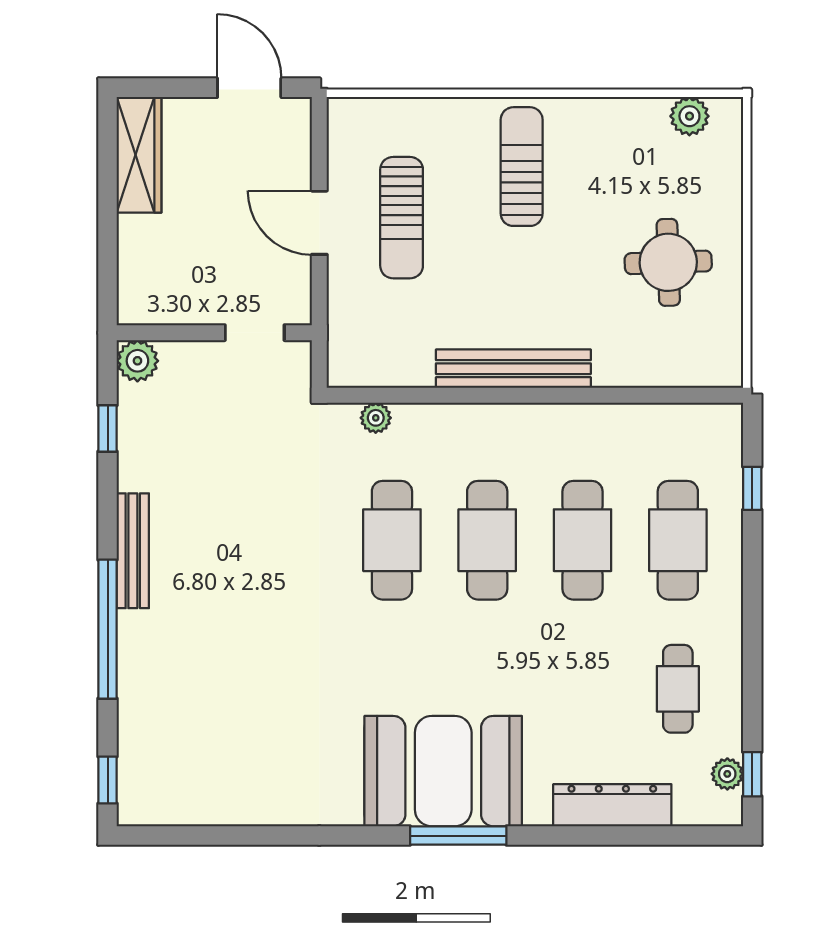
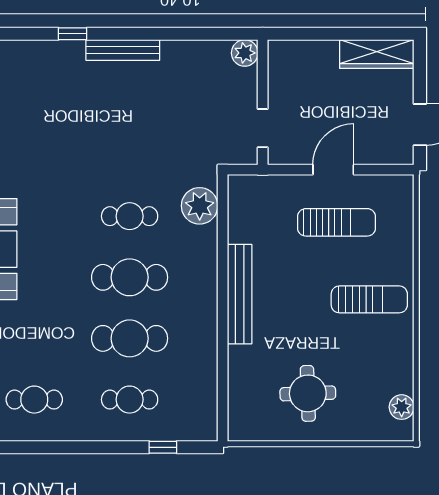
sun lounger: (402, 218) -> (337, 222), turned 180
plant: (376, 418) -> (200, 206), width x1.87, depth x1.87
window: (108, 428) -> (201, 34), removed
cafe table: (392, 540) -> (130, 216), width x0.73, depth x0.74
cafe table: (678, 540) -> (130, 400), width x0.73, depth x0.74
window: (108, 629) -> (73, 34), width x0.32

